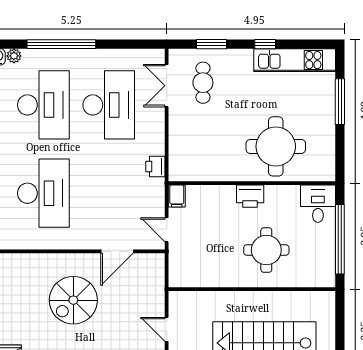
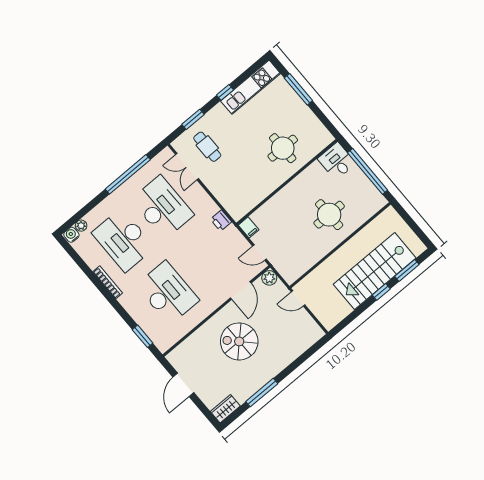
window: (61, 44) -> (128, 174), moved
desk: (43, 105) -> (123, 240), turned 180
round table: (276, 146) -> (283, 148), width x0.73, depth x0.73
printer: (250, 196) -> (292, 191), removed
plant: (155, 263) -> (269, 278), added
spiral stairs: (73, 300) -> (239, 341), turned 90
door: (167, 329) -> (298, 298), moved

